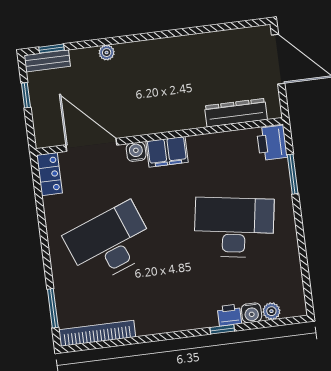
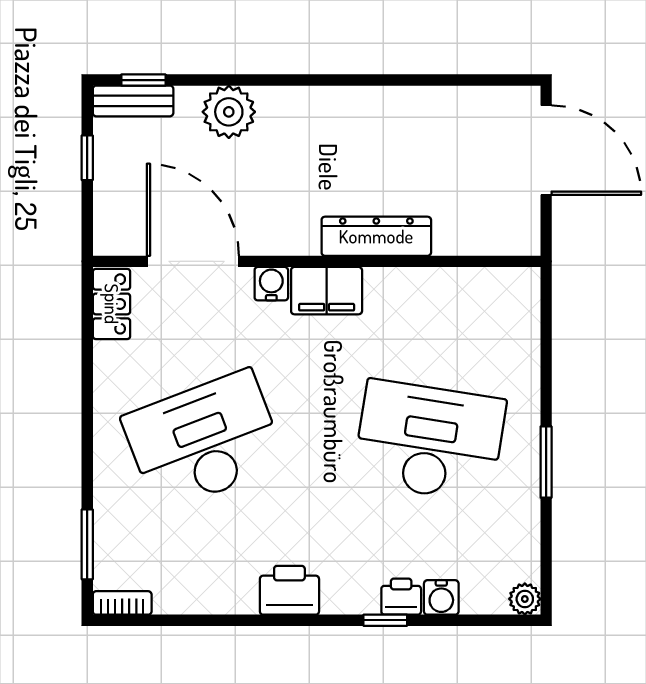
plant: (107, 53) -> (229, 112), width x1.88, depth x1.88
dresser: (236, 113) -> (376, 236), moved
printer: (272, 143) -> (289, 590), moved, turned 90
window: (293, 174) -> (546, 462), moved
plant: (271, 311) -> (525, 599), moved
bookcase: (97, 333) -> (122, 603), width x0.43, depth x0.76

